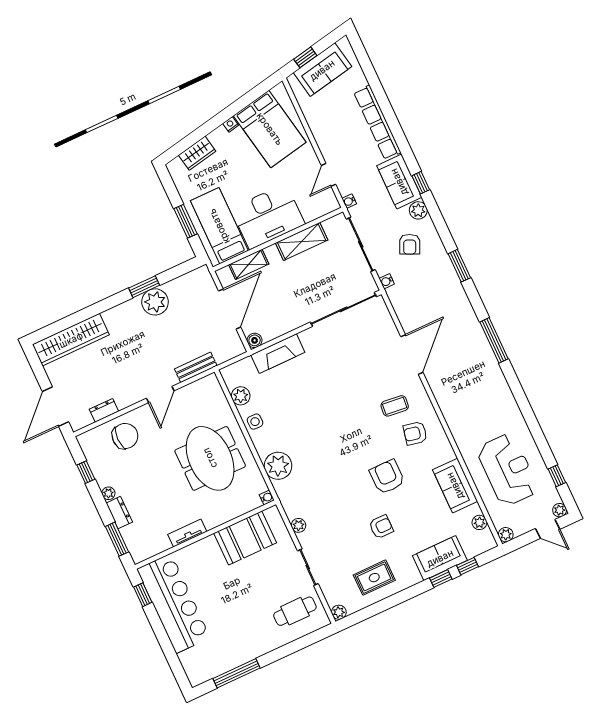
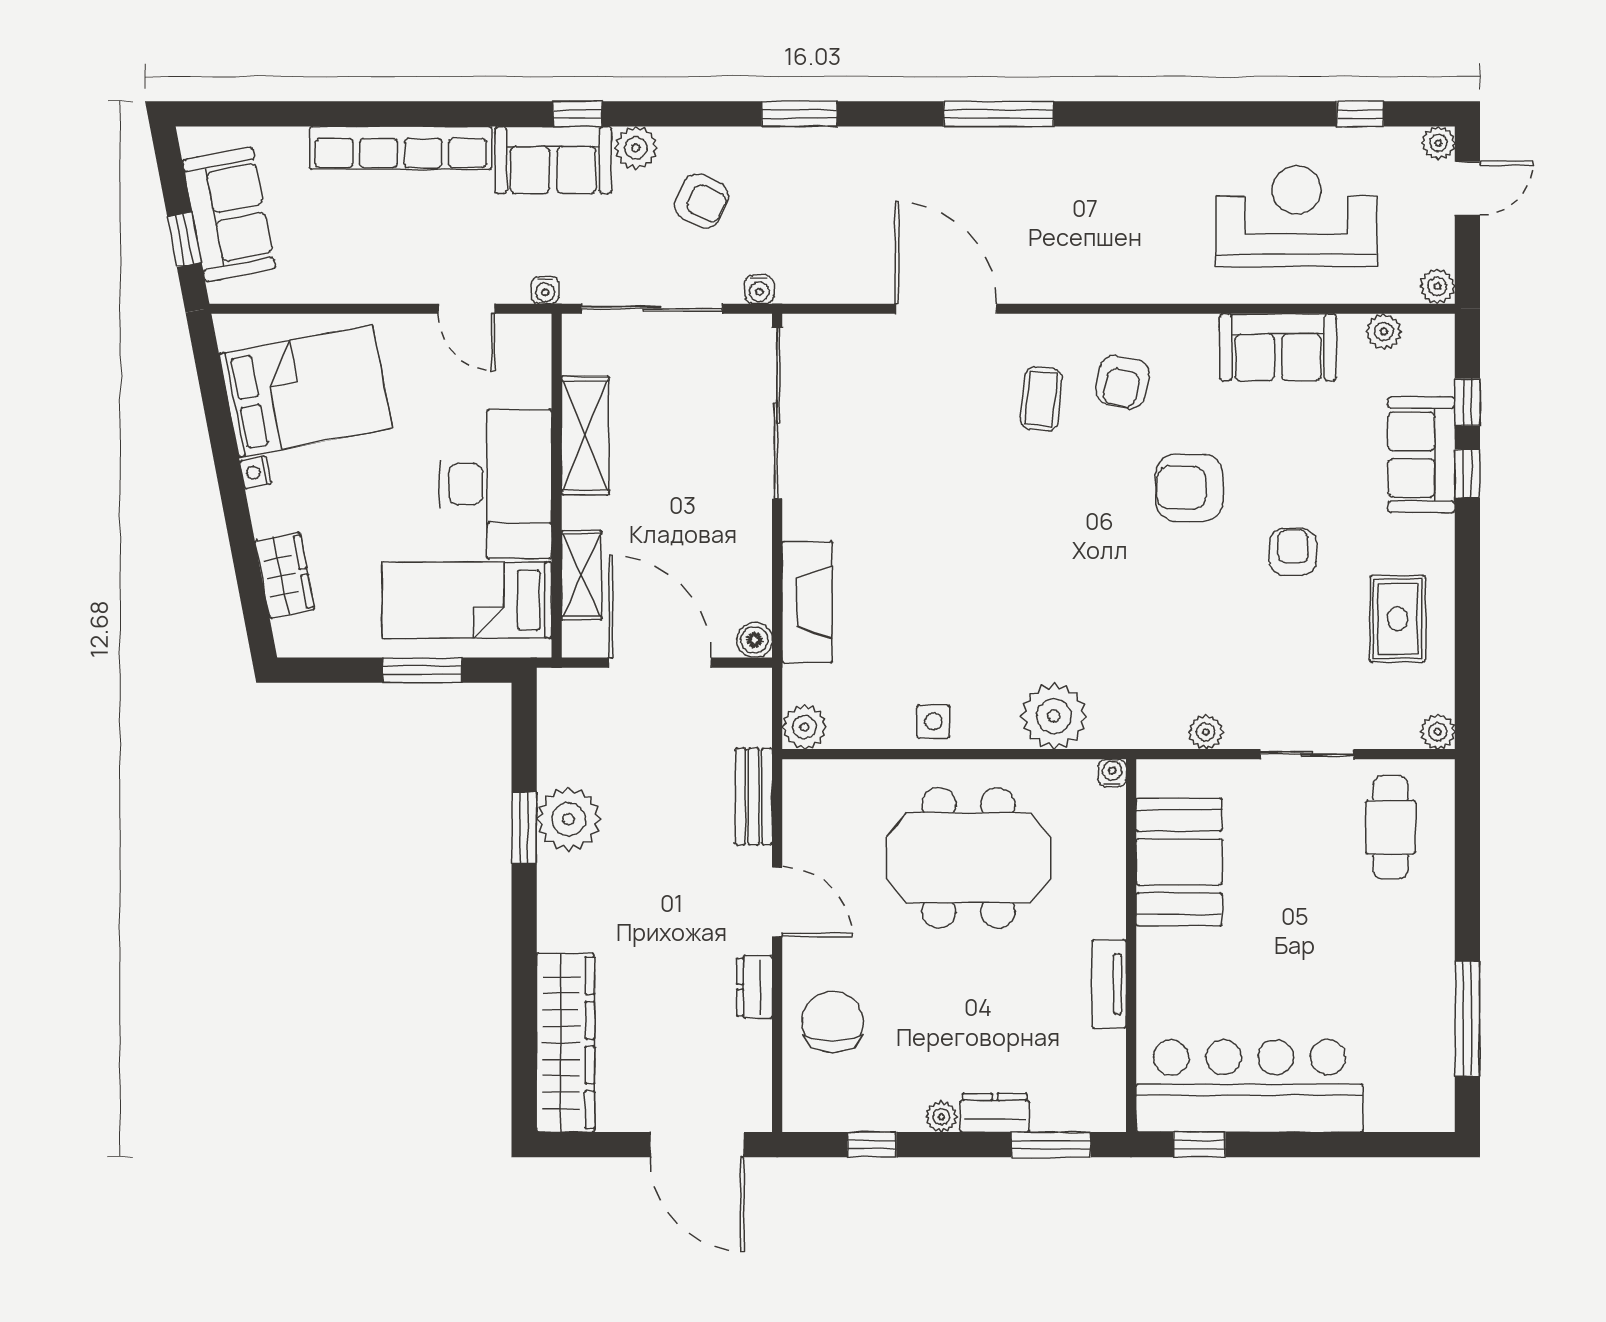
plant: (241, 396) -> (804, 727), moved
dresser: (104, 410) -> (755, 987), moved

